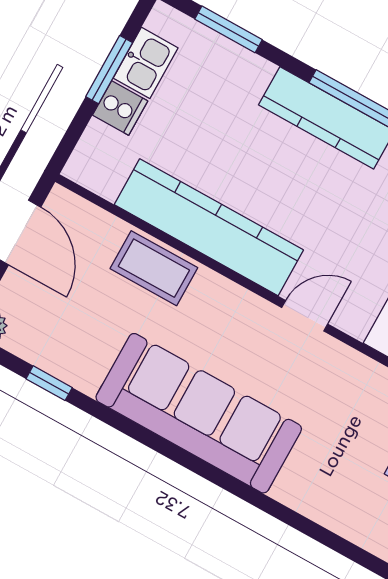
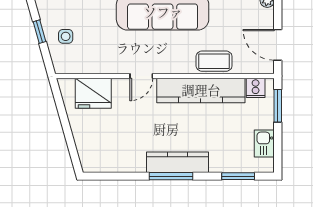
window: (109, 70) -> (278, 106), moved
cooker: (120, 108) -> (256, 88), moved, turned -90

